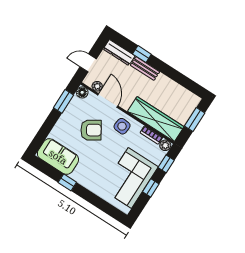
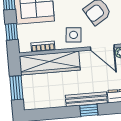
window: (142, 54) -> (89, 110), moved
bench: (145, 68) -> (86, 99), width x1.36
plant: (165, 145) -> (24, 47), removed

